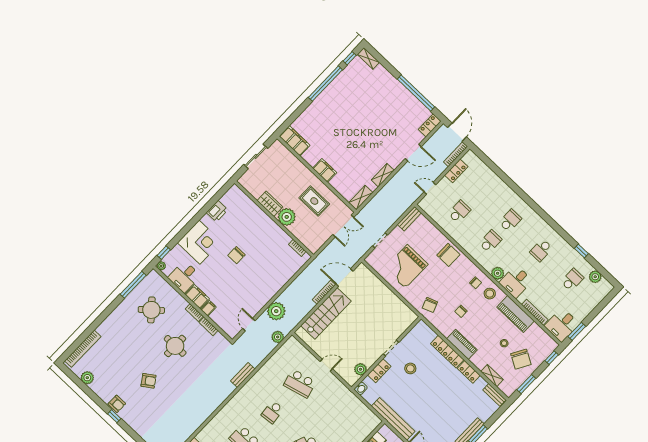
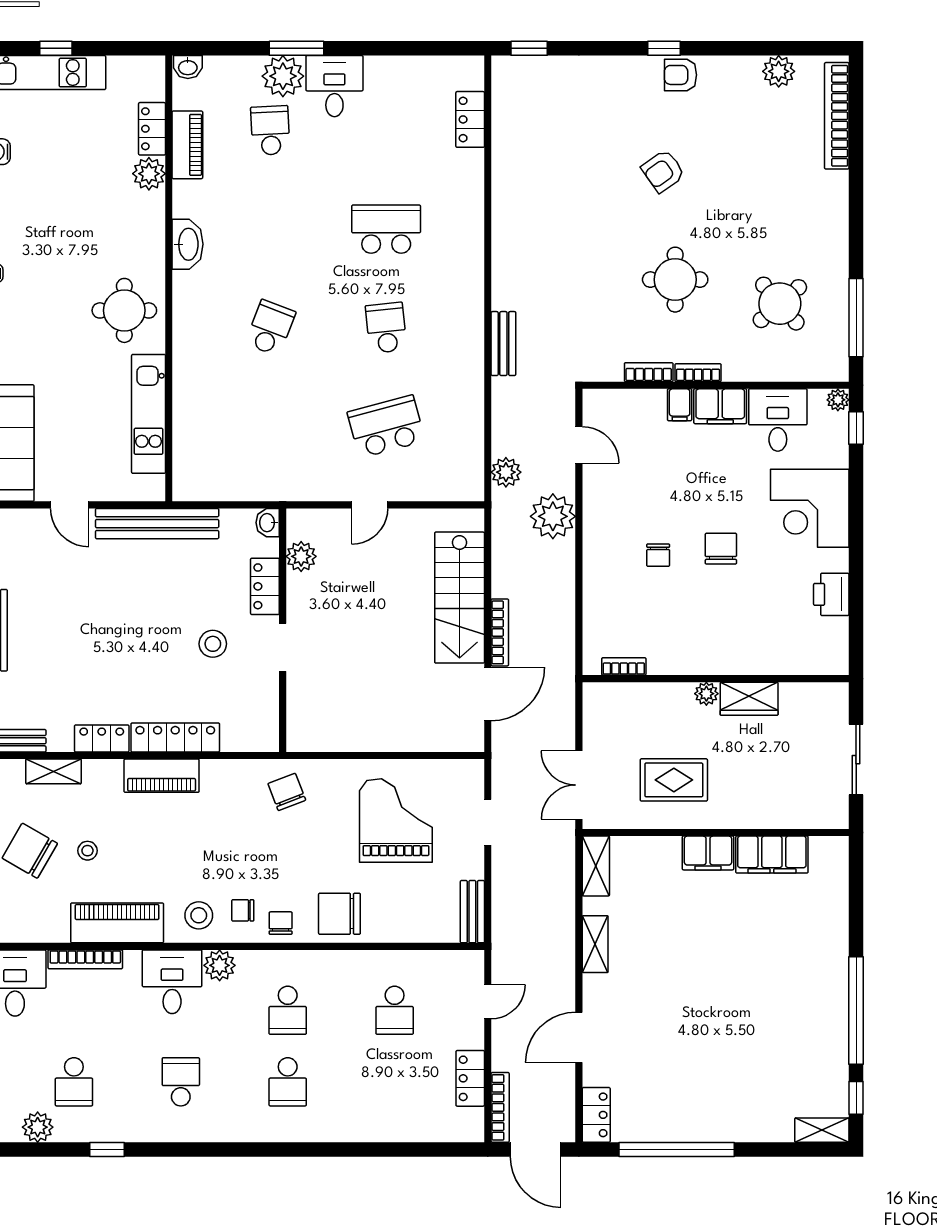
filing cabinet: (295, 141) -> (772, 855), moved
plant: (287, 217) -> (706, 694), width x0.53, depth x0.53
chair: (256, 271) -> (658, 555), added
chair: (461, 311) -> (281, 923), moved

